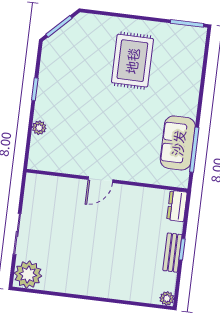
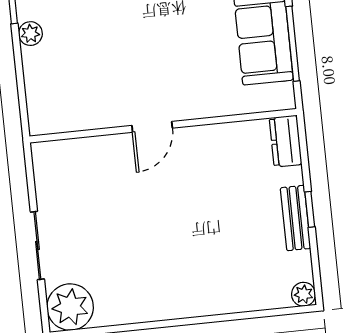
plant: (39, 128) -> (30, 34), moved

